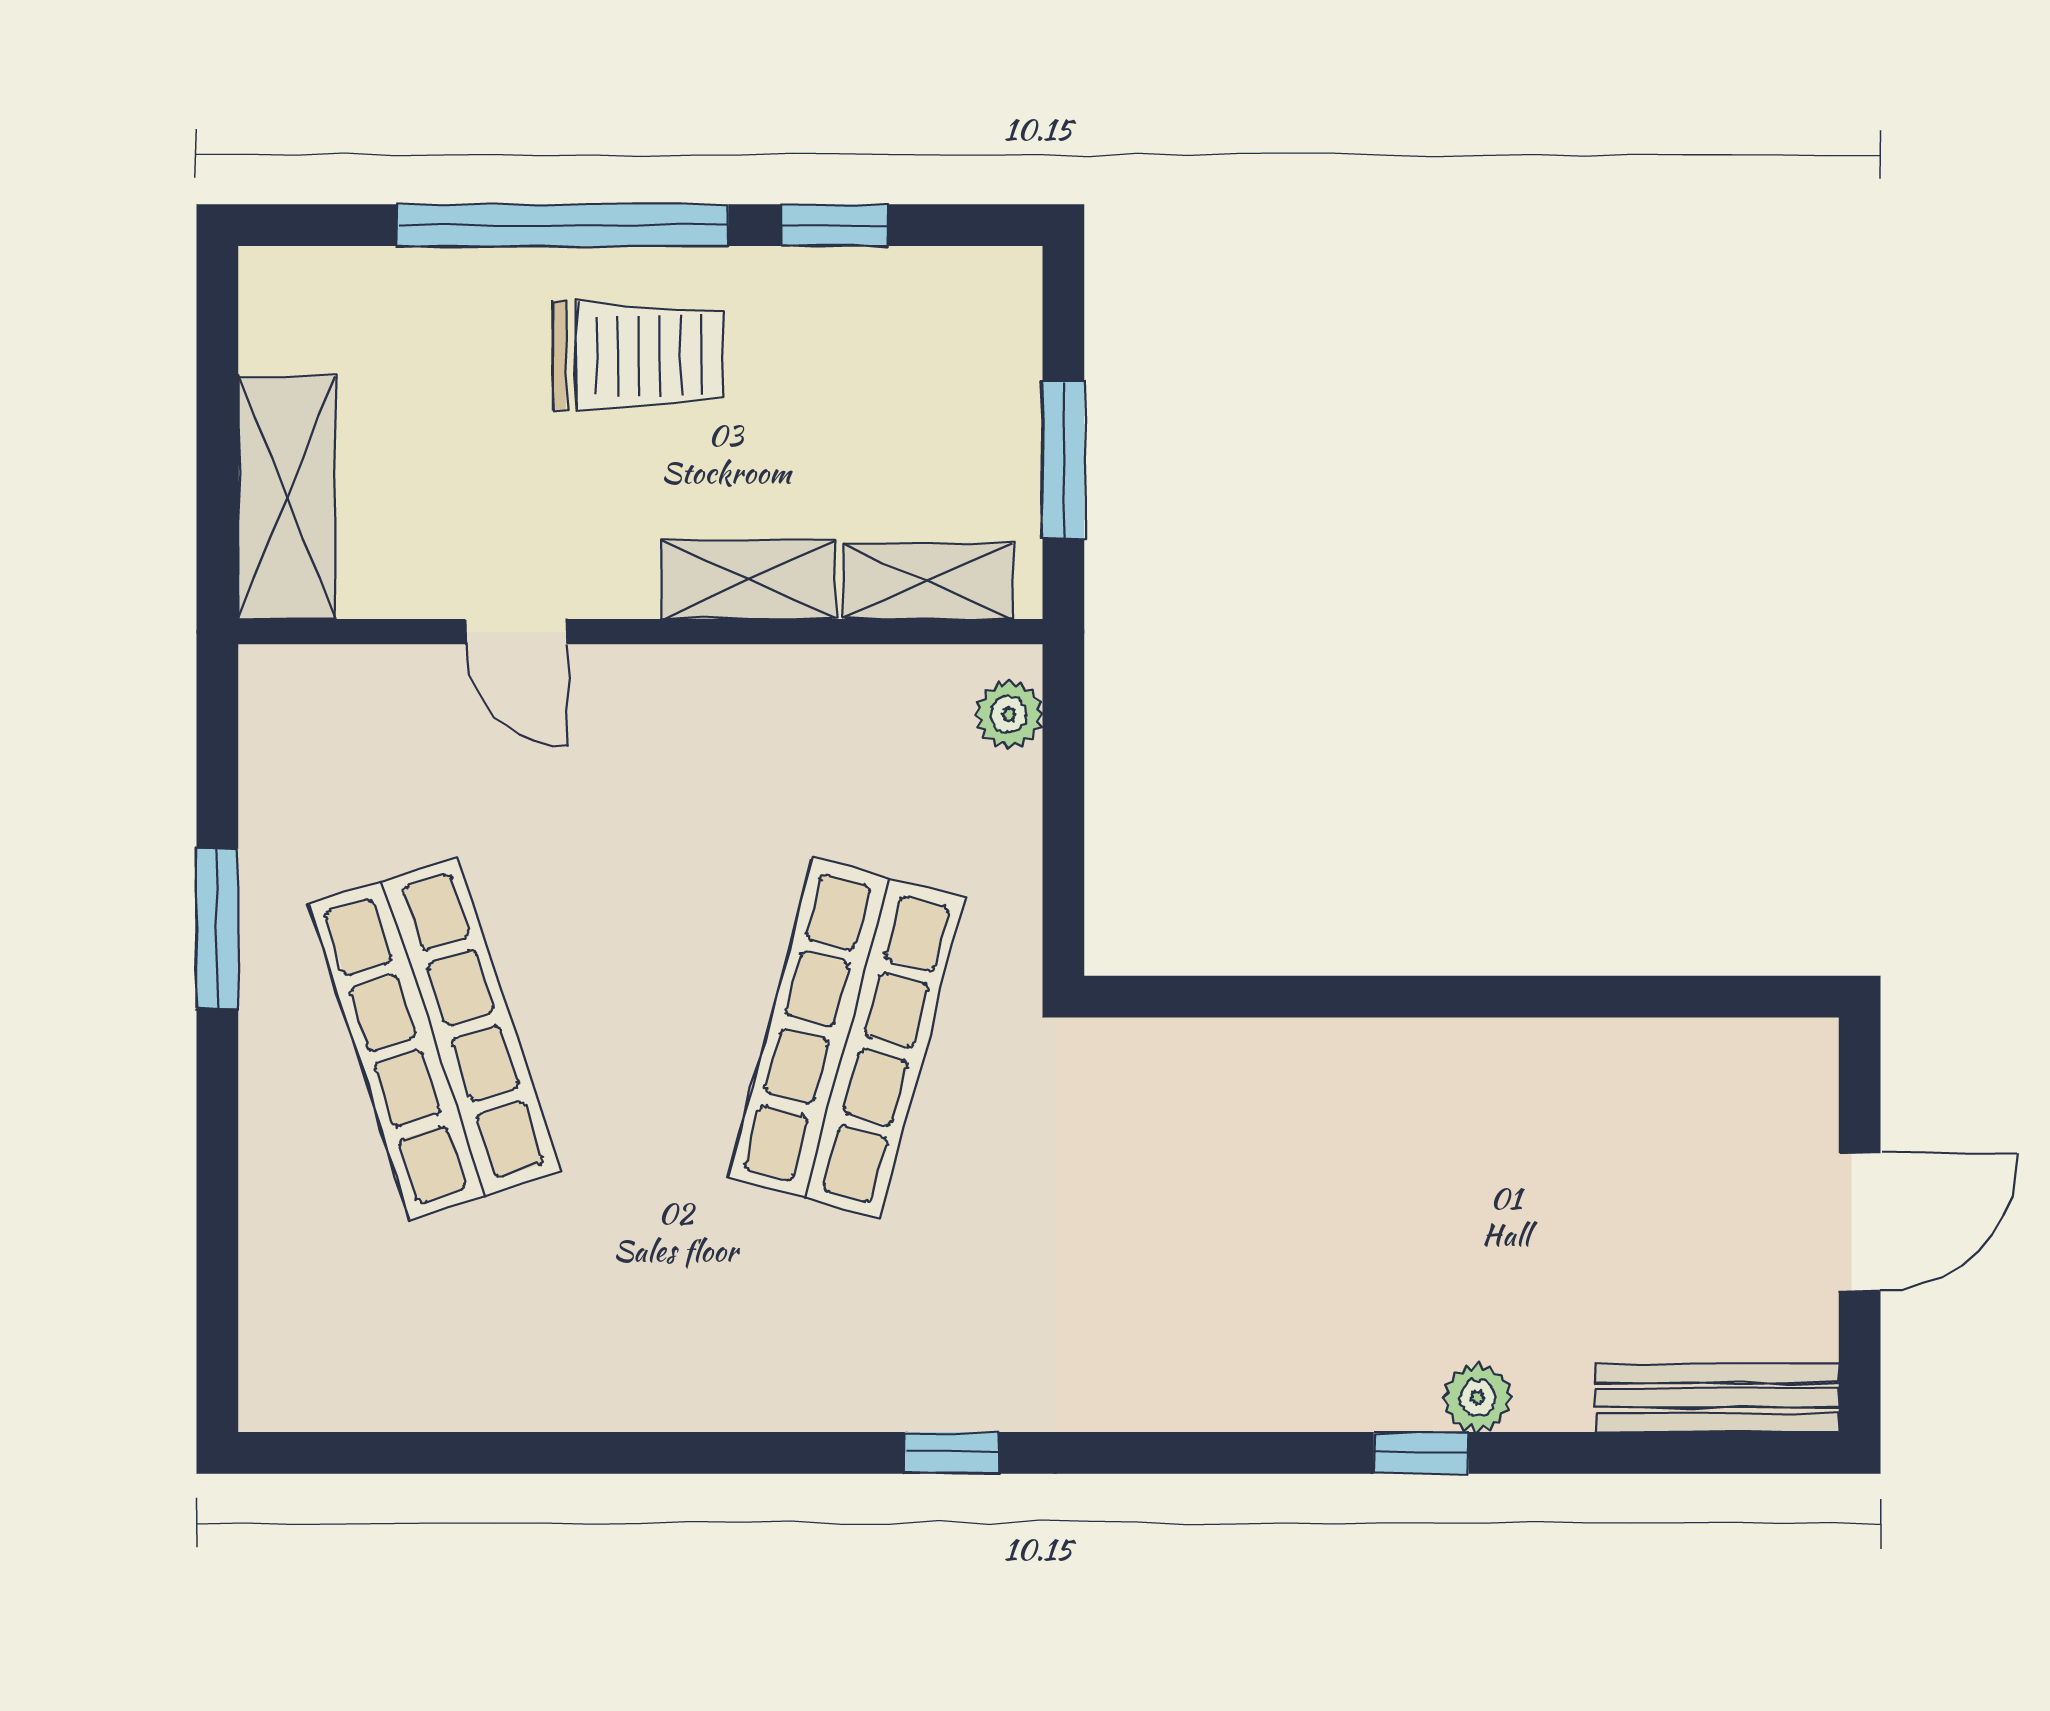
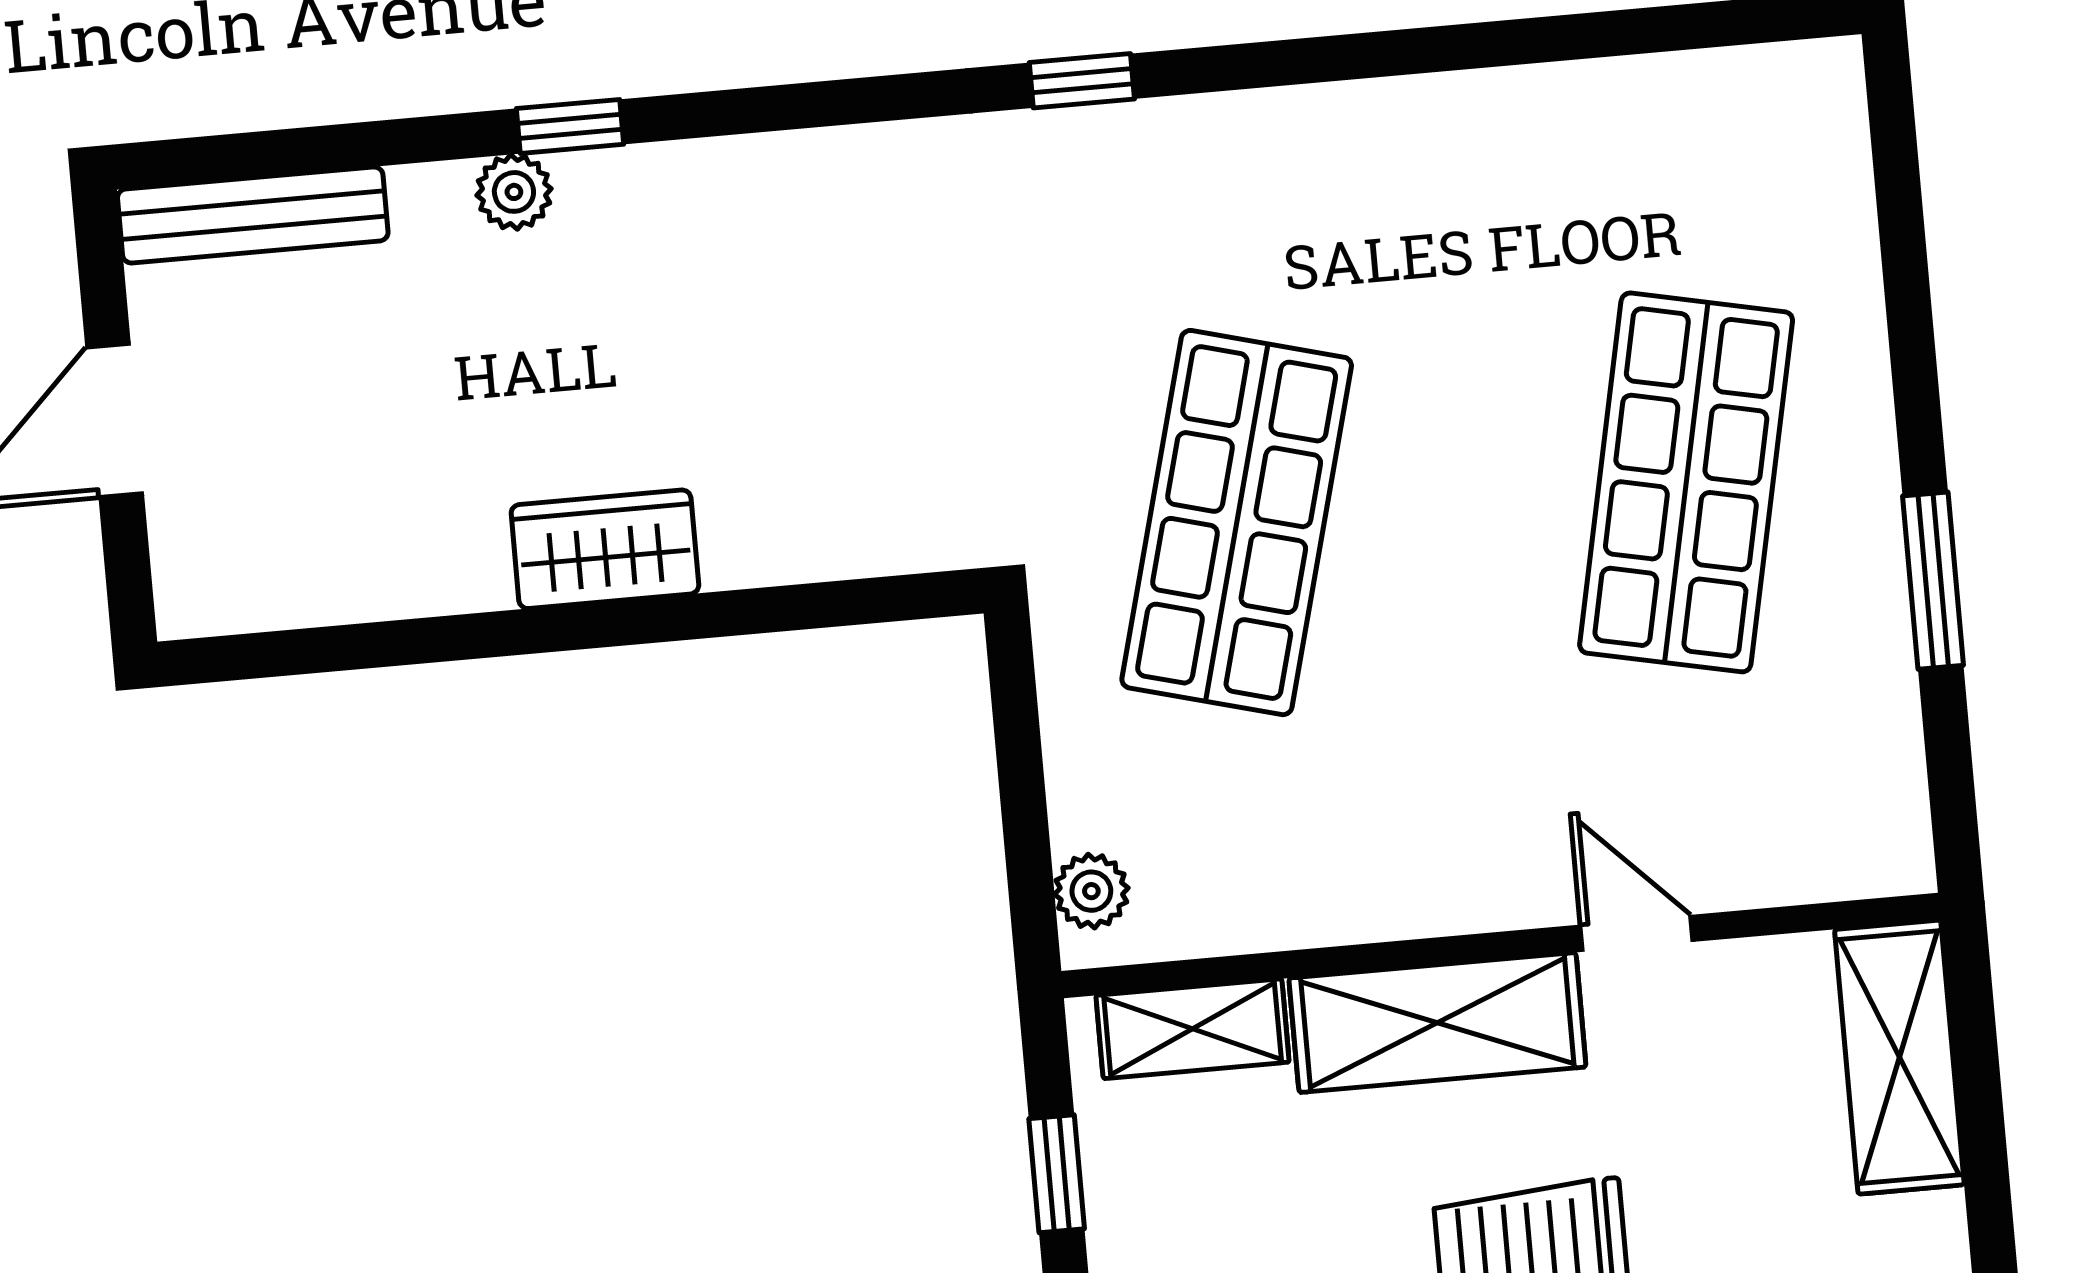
window: (1063, 460) -> (1057, 1174), width x0.67
shelving: (748, 580) -> (1437, 1023), width x1.50, depth x1.33
shop shelf: (434, 1038) -> (1686, 482), turned 30
wardrobe: (1424, 1065) -> (605, 549), added

